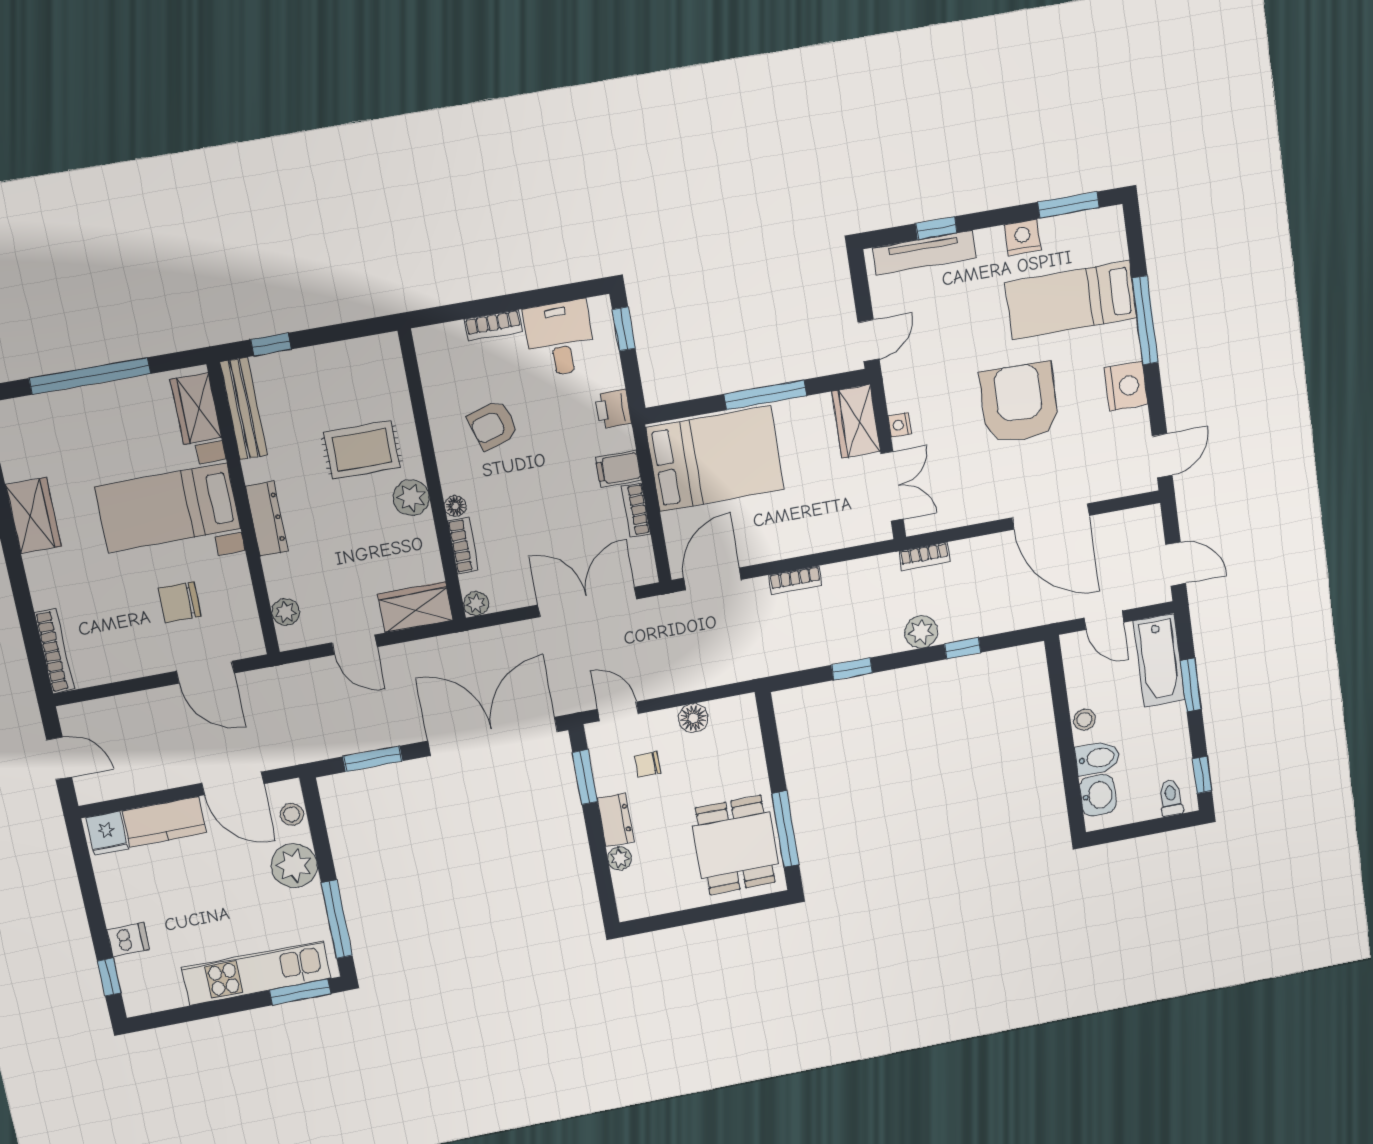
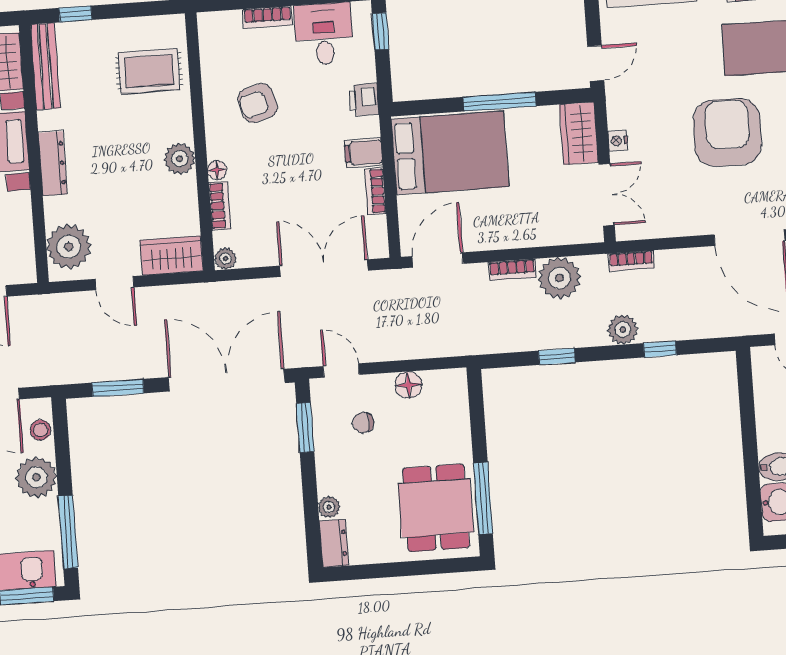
rug: (362, 450) -> (149, 71), moved
plant: (848, 584) -> (559, 278), added
plant: (286, 612) -> (69, 247), width x1.87, depth x1.87
stool: (1084, 720) -> (769, 429), removed
dresser: (615, 820) -> (334, 543), moved

